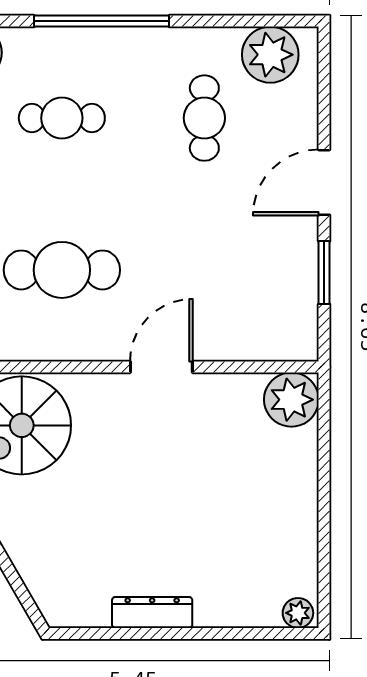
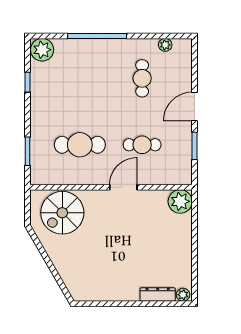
plant: (270, 55) -> (165, 45), width x0.53, depth x0.53
cafe table: (62, 118) -> (142, 145), moved
dresser: (152, 612) -> (158, 295), moved

